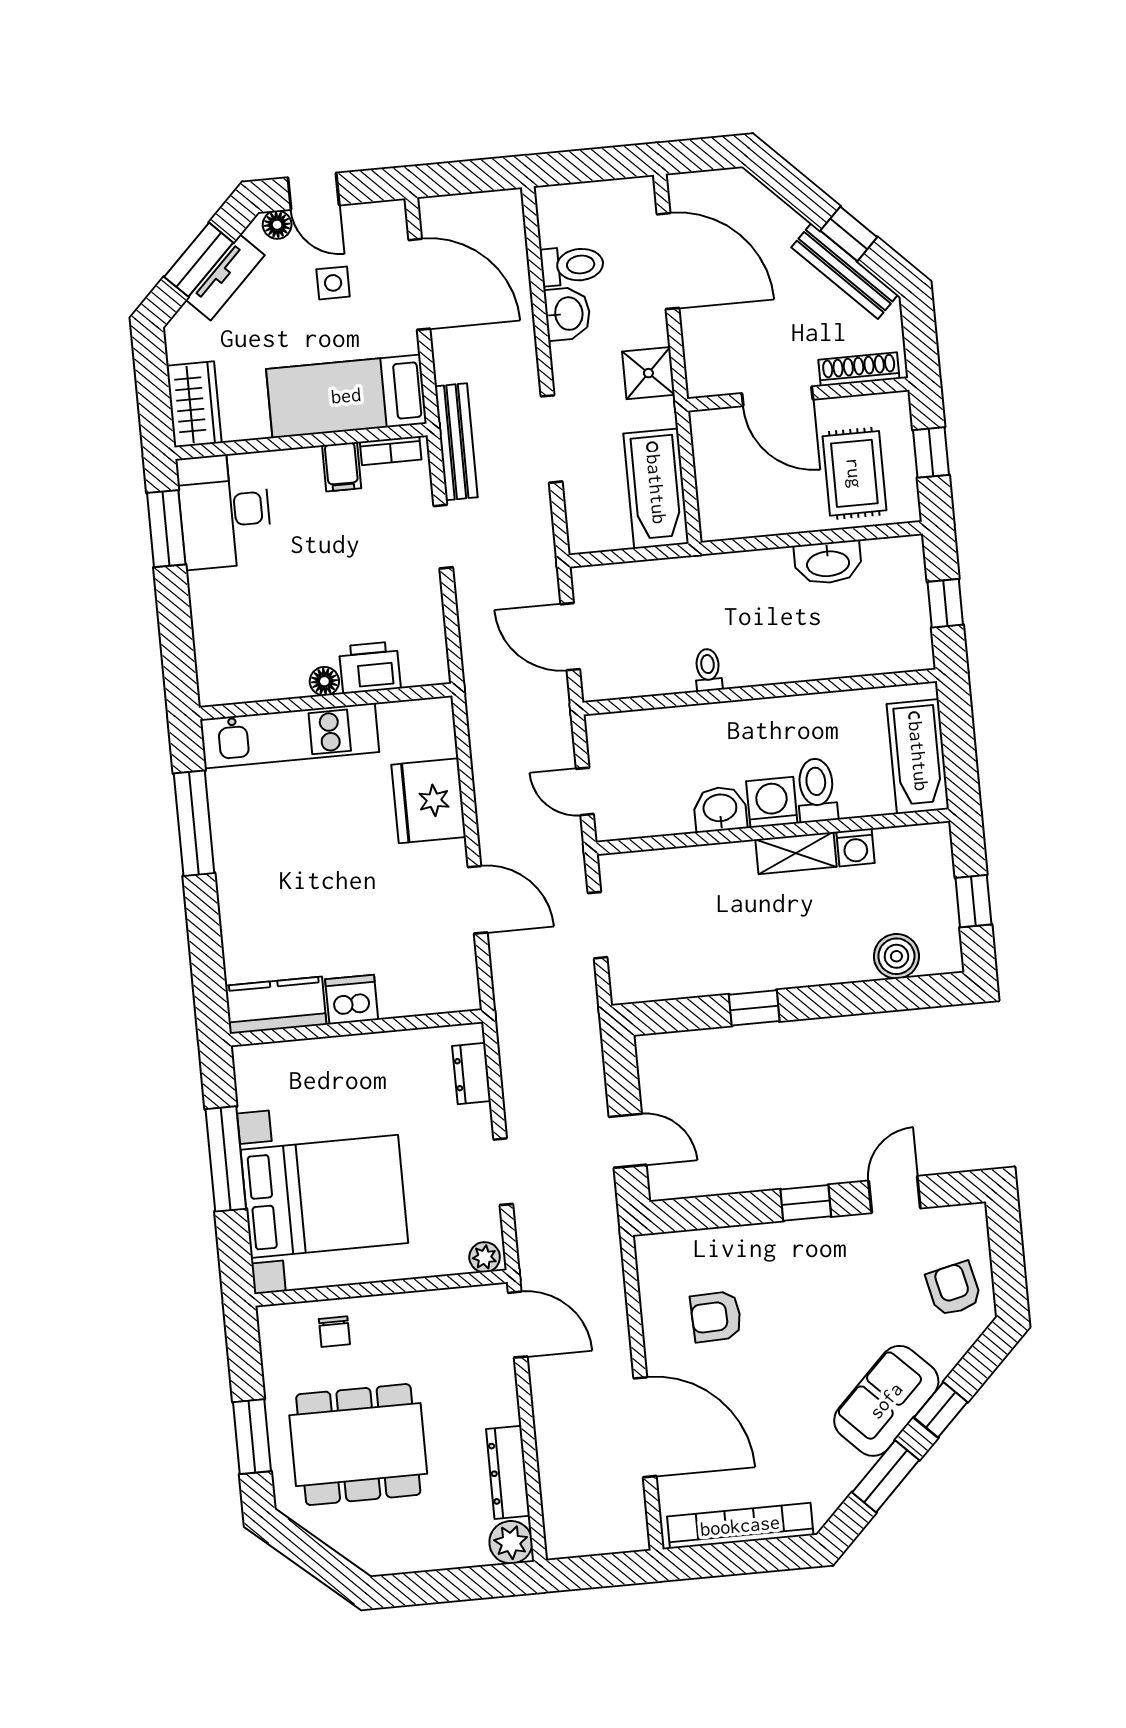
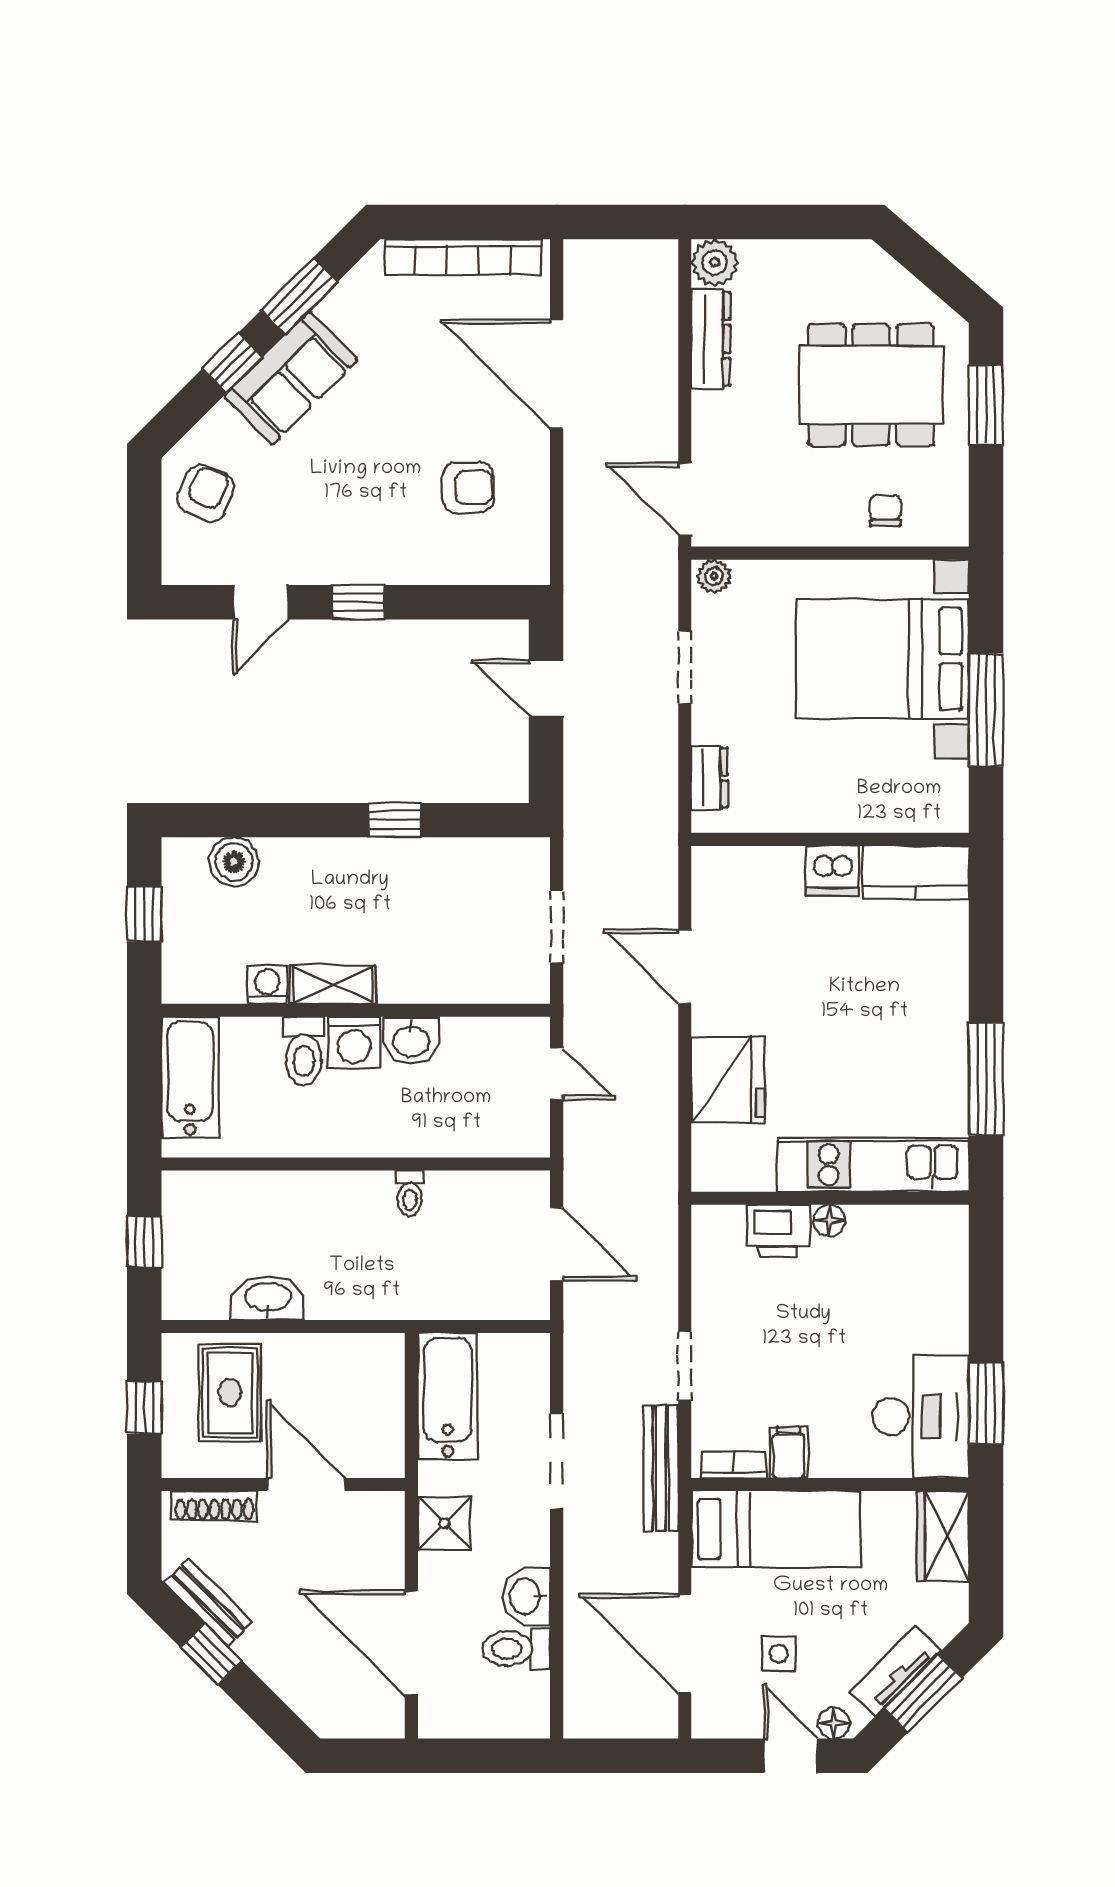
bench: (845, 271) -> (208, 1602), width x0.73
armchair: (954, 1289) -> (206, 493), turned -143

